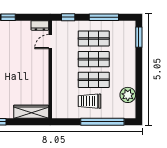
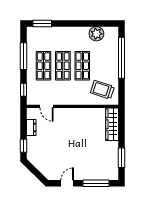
dresser: (40, 25) -> (31, 128), moved
trolley: (90, 101) -> (102, 90), moved, turned 108

